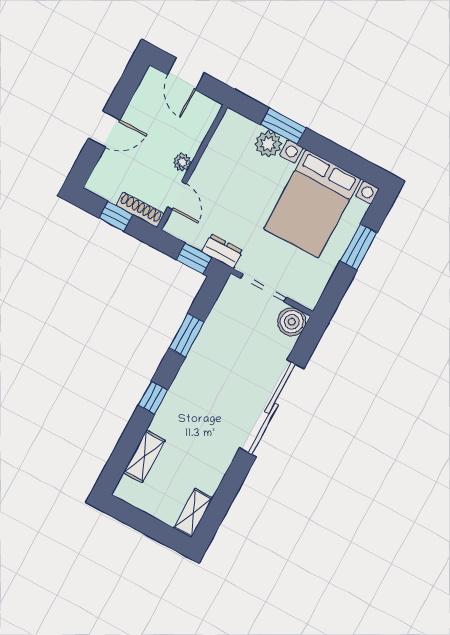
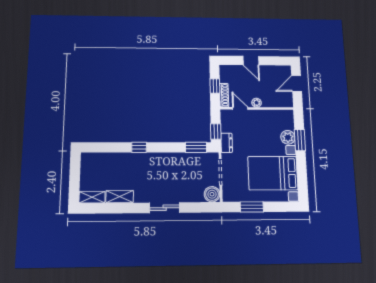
door: (177, 196) -> (240, 108), swing flipped
window: (359, 247) -> (252, 207), moved
window: (187, 335) -> (196, 147), moved
sliding door: (272, 408) -> (165, 208), width x0.54
shelving: (144, 456) -> (120, 197), moved

